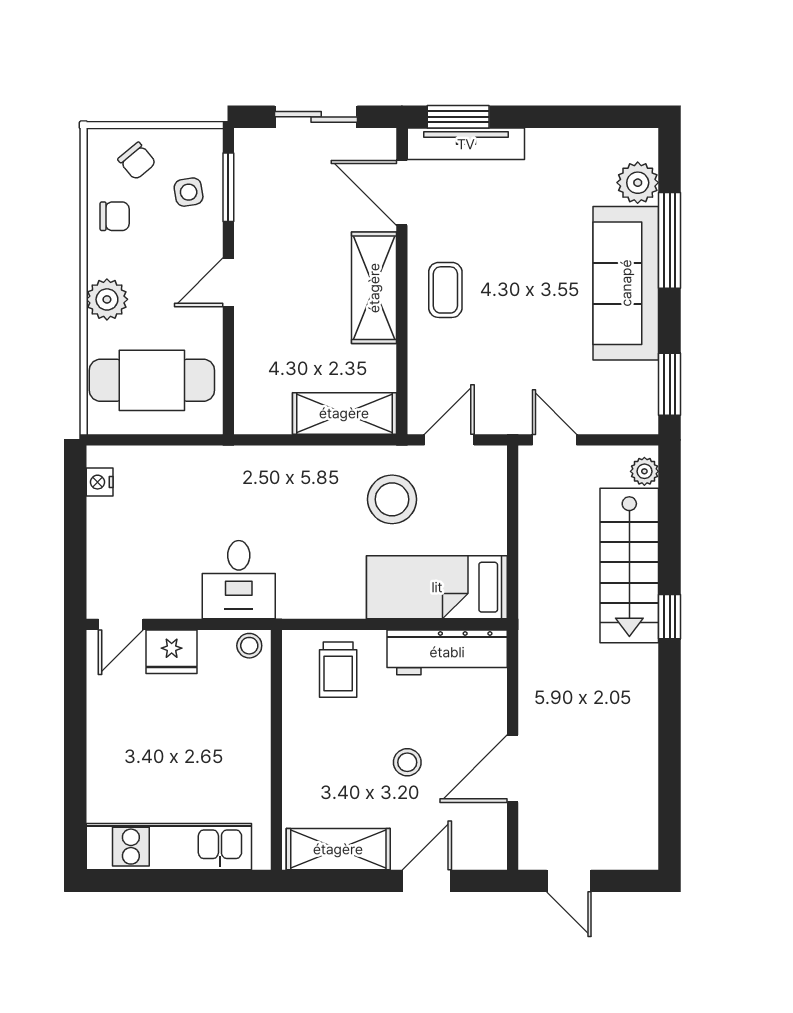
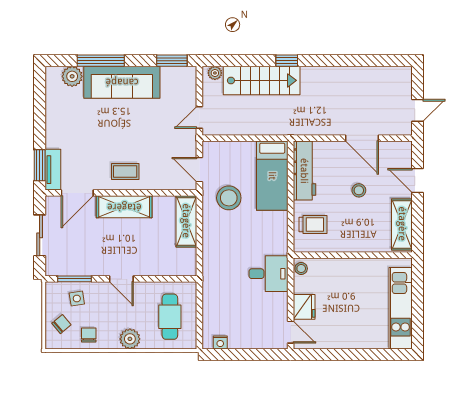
tv unit: (466, 144) -> (53, 170), width x0.71
cafe table: (152, 380) -> (170, 317), width x0.73, depth x0.74

